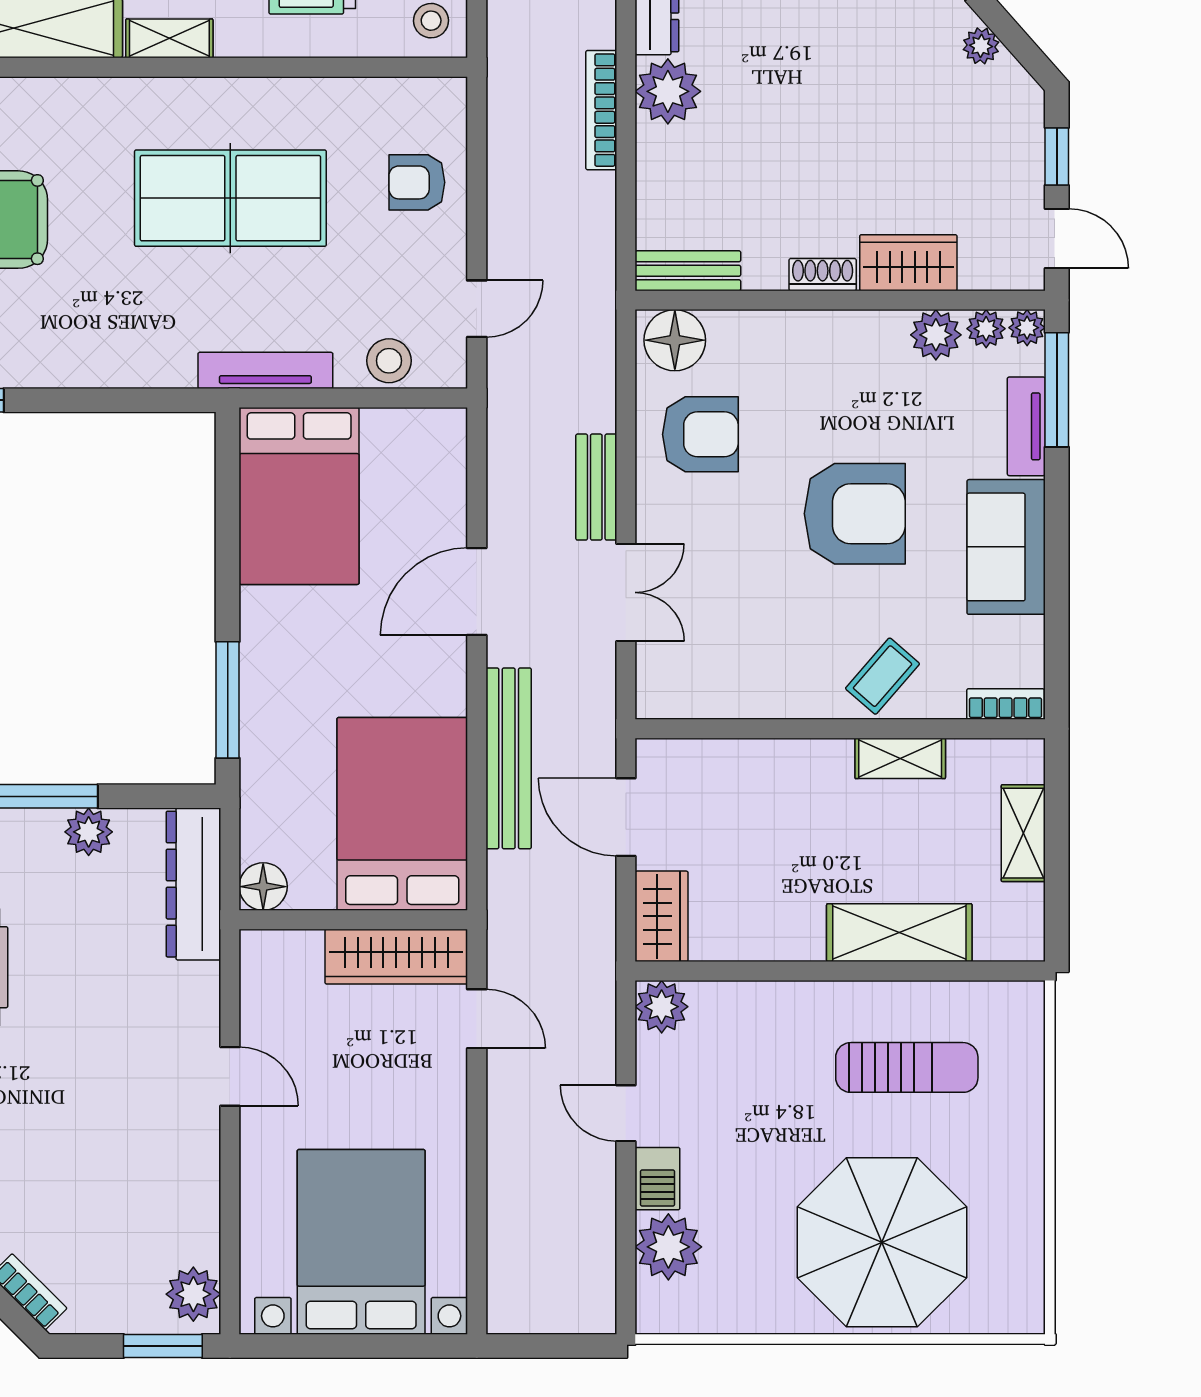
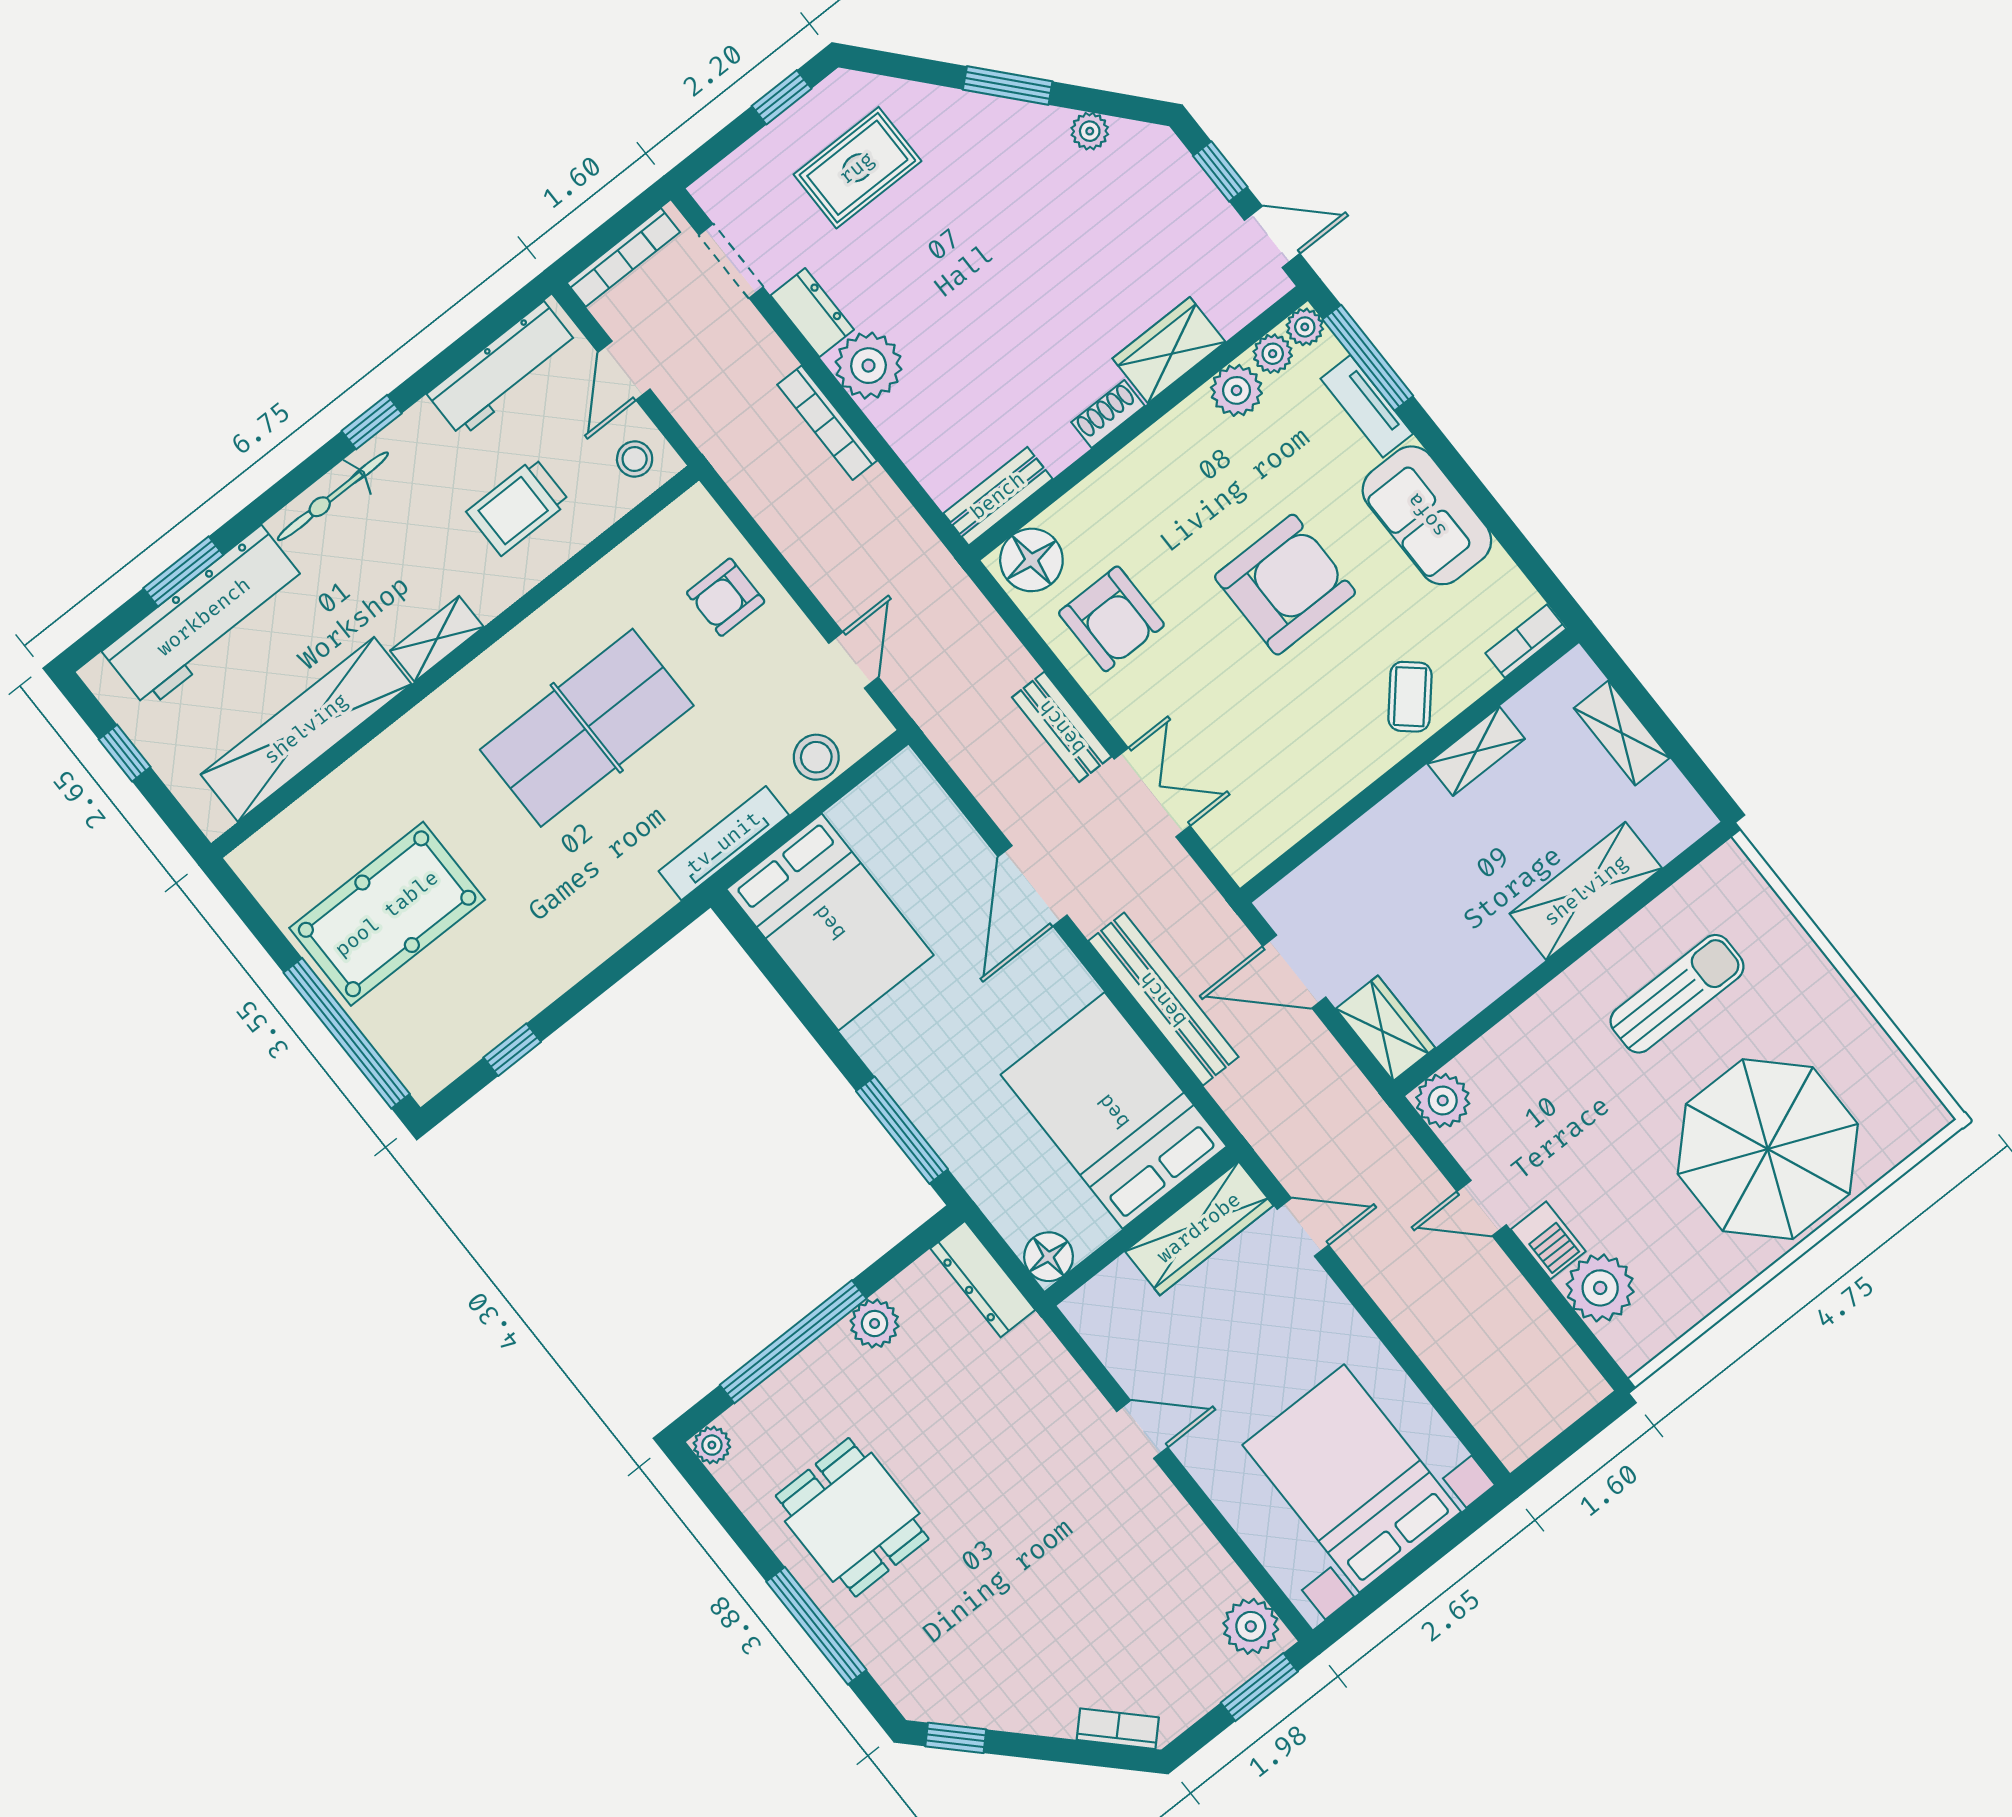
armchair: (700, 434) -> (1111, 619), turned 90
dresser: (193, 884) -> (983, 1279), width x0.73, depth x0.80

